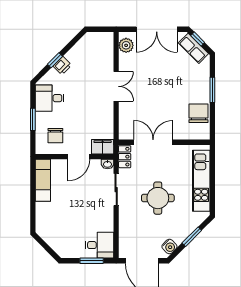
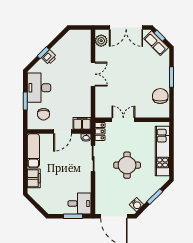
desk: (50, 98) -> (39, 88), width x1.37
double door: (153, 142) -> (123, 120), width x0.73
filing cabinet: (43, 214) -> (34, 178), added

